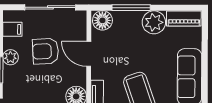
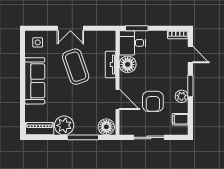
sliding door: (50, 7) -> (149, 137), width x0.73
armchair: (46, 51) -> (153, 101), turned 93

